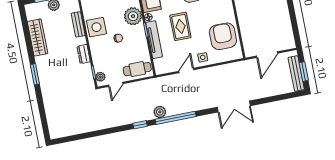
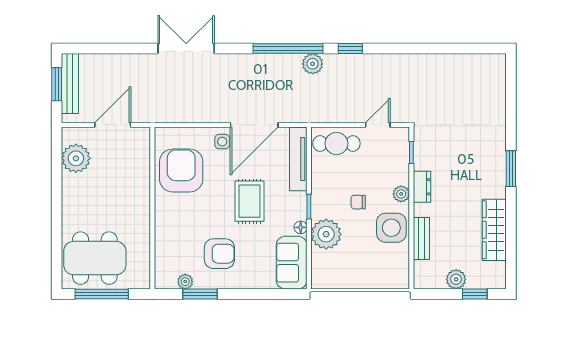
plant: (284, 31) -> (76, 158), added
armchair: (223, 36) -> (181, 170), turned 180
tv unit: (154, 40) -> (298, 159), moved
door: (186, 70) -> (254, 125), width x1.88
plant: (100, 77) -> (401, 194), moved

